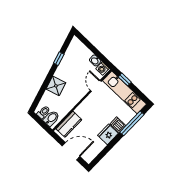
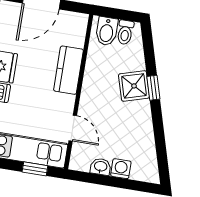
window: (59, 59) -> (153, 88), moved
washing machine: (102, 69) -> (121, 169), moved
kitchen counter: (69, 124) -> (68, 70), moved

